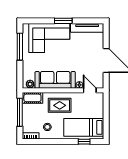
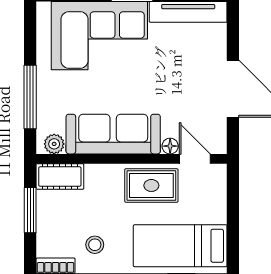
window: (20, 47) -> (30, 97), moved
rug: (60, 105) -> (151, 185), moved
window: (20, 112) -> (30, 210), width x0.69

